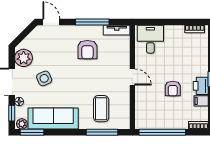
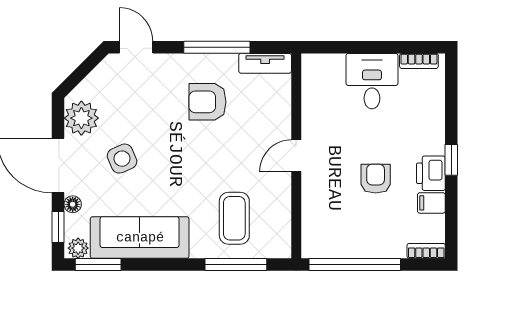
desk: (150, 39) -> (372, 81), moved
armchair: (87, 50) -> (207, 102), turned 90
door: (132, 77) -> (296, 156), swing flipped
armchair: (173, 89) -> (376, 179), turned 180

